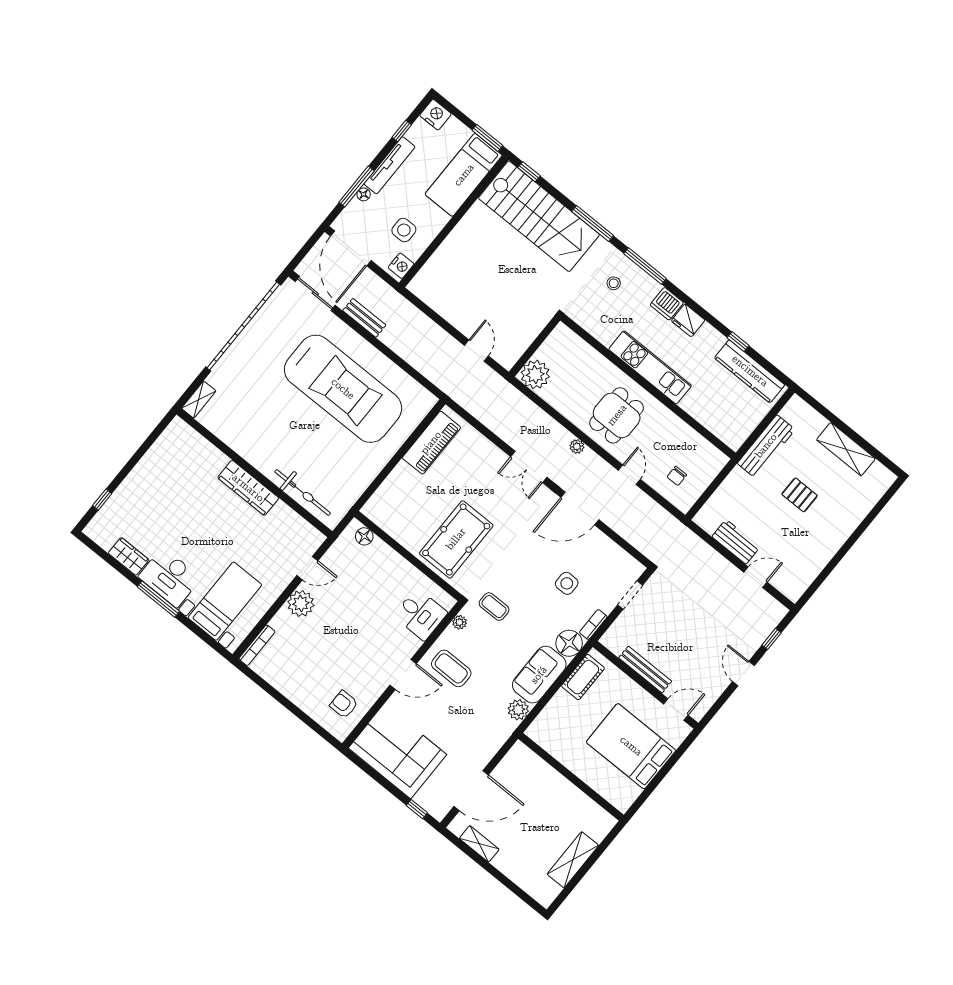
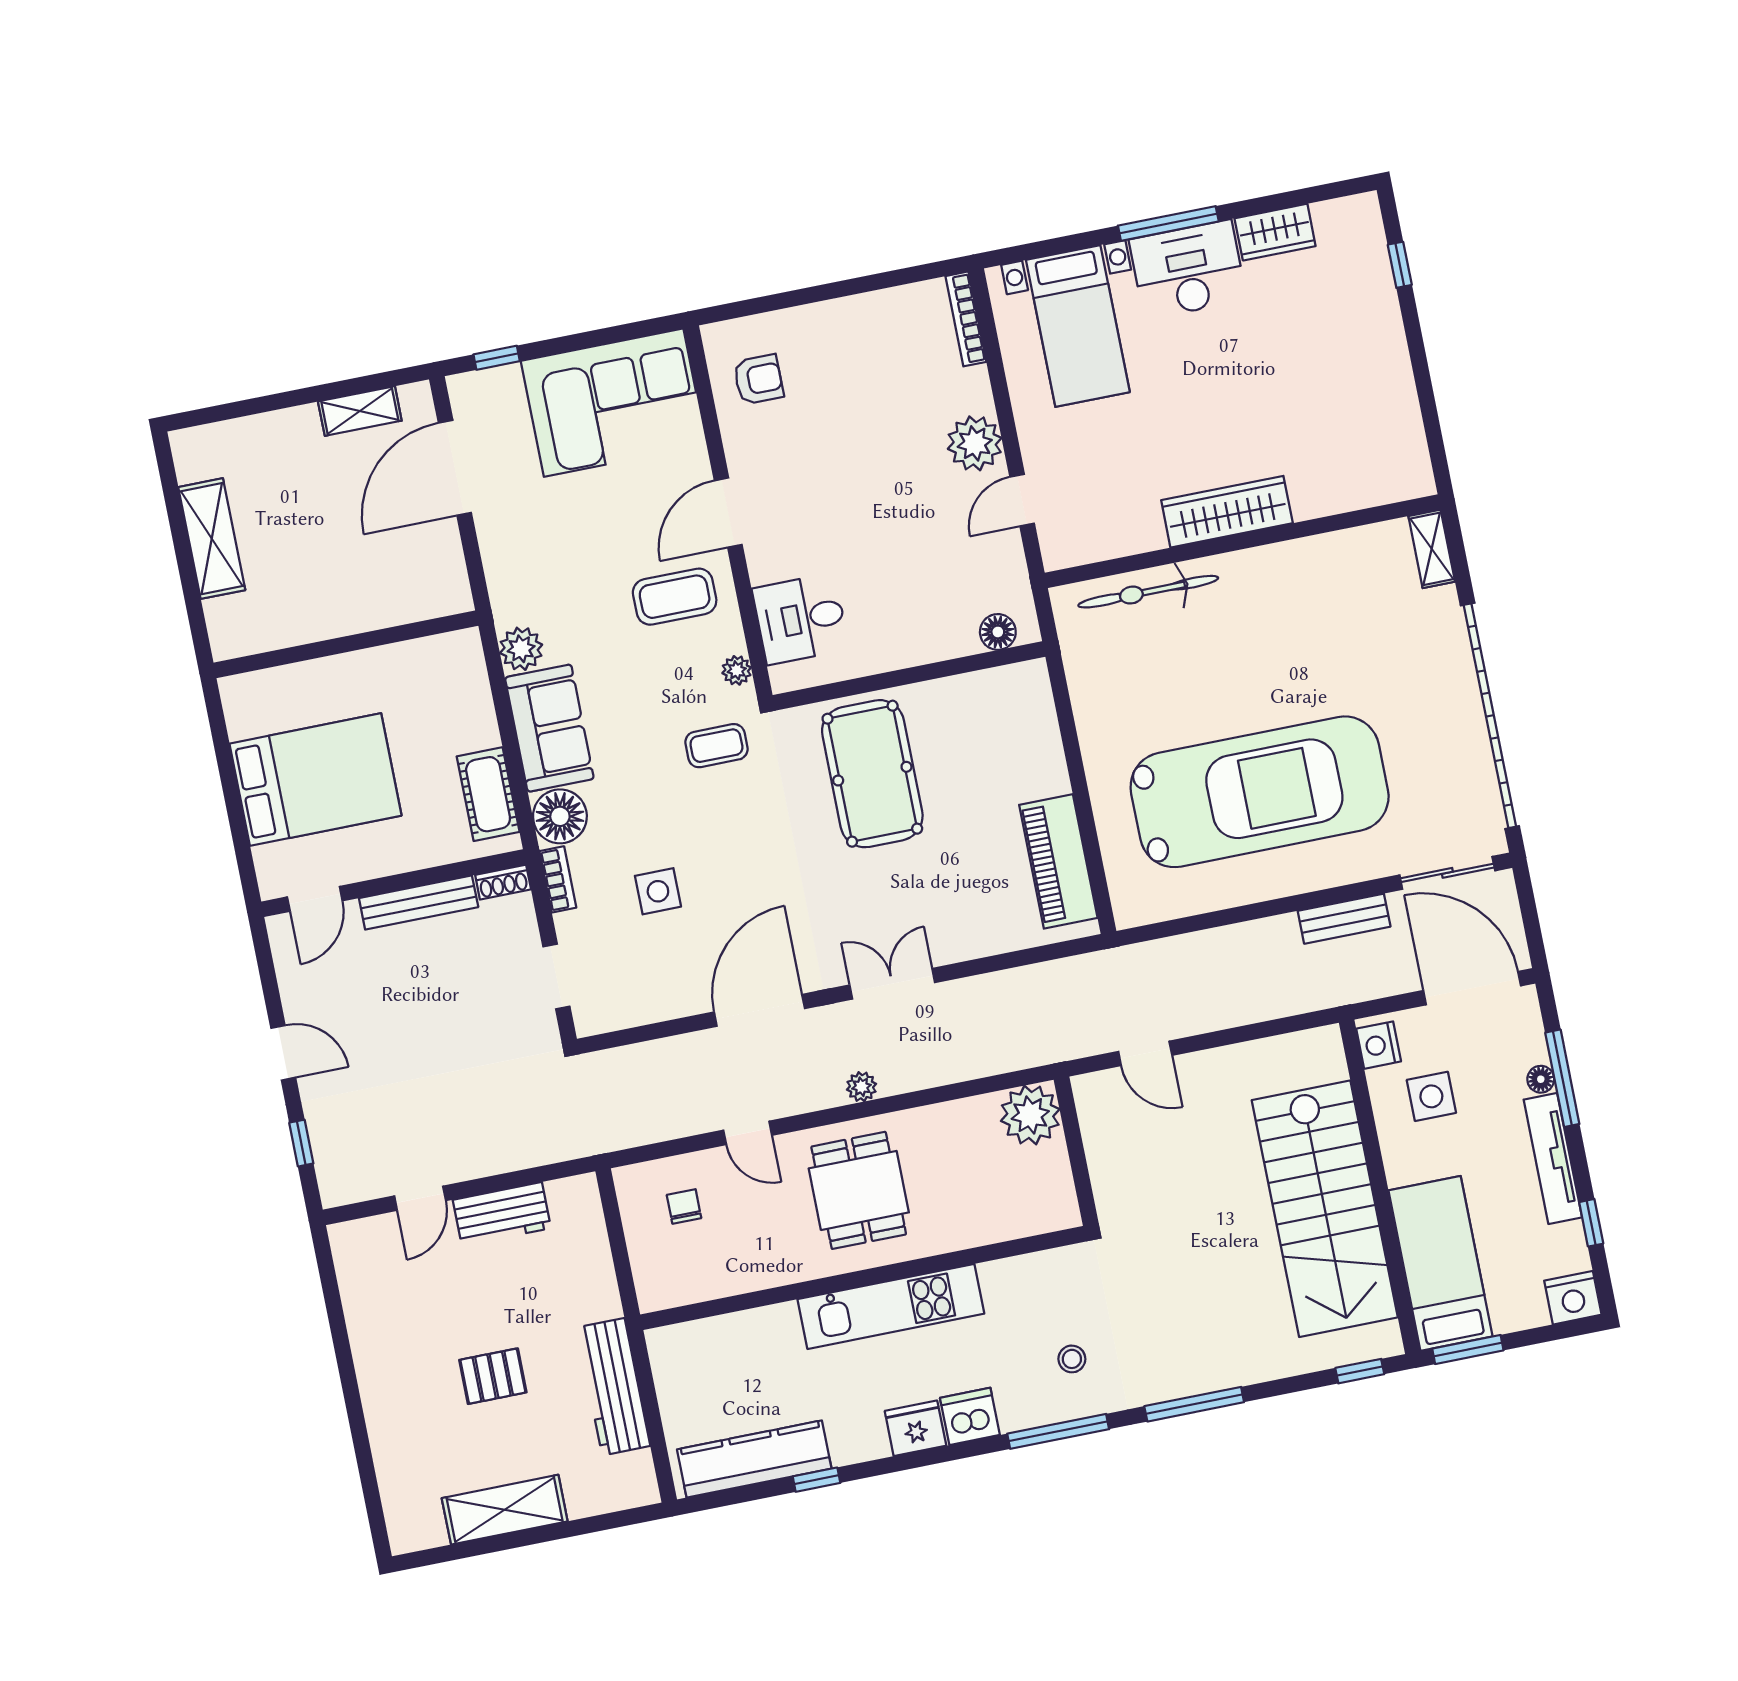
stairs: (539, 216) -> (1325, 1209), moved, turned -90
car: (343, 389) -> (1260, 792), turned 180
shoe rack: (611, 644) -> (503, 882), added

